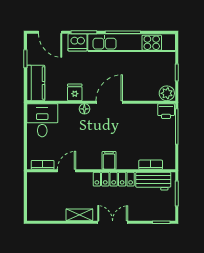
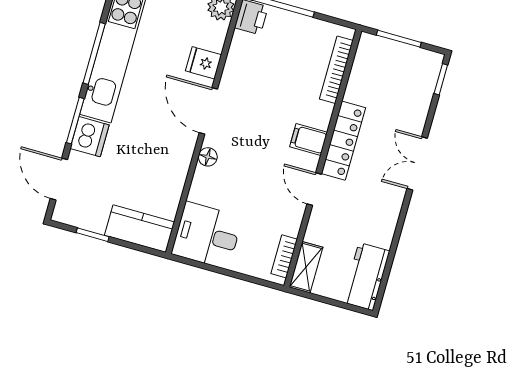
door: (50, 32) -> (59, 179), swing flipped
fridge: (75, 92) -> (203, 63), moved
bookcase: (151, 165) -> (336, 70), width x1.56
door: (67, 171) -> (314, 189), moved
workbench: (153, 181) -> (366, 277), moved, turned 180
shelving: (79, 215) -> (306, 267), moved

